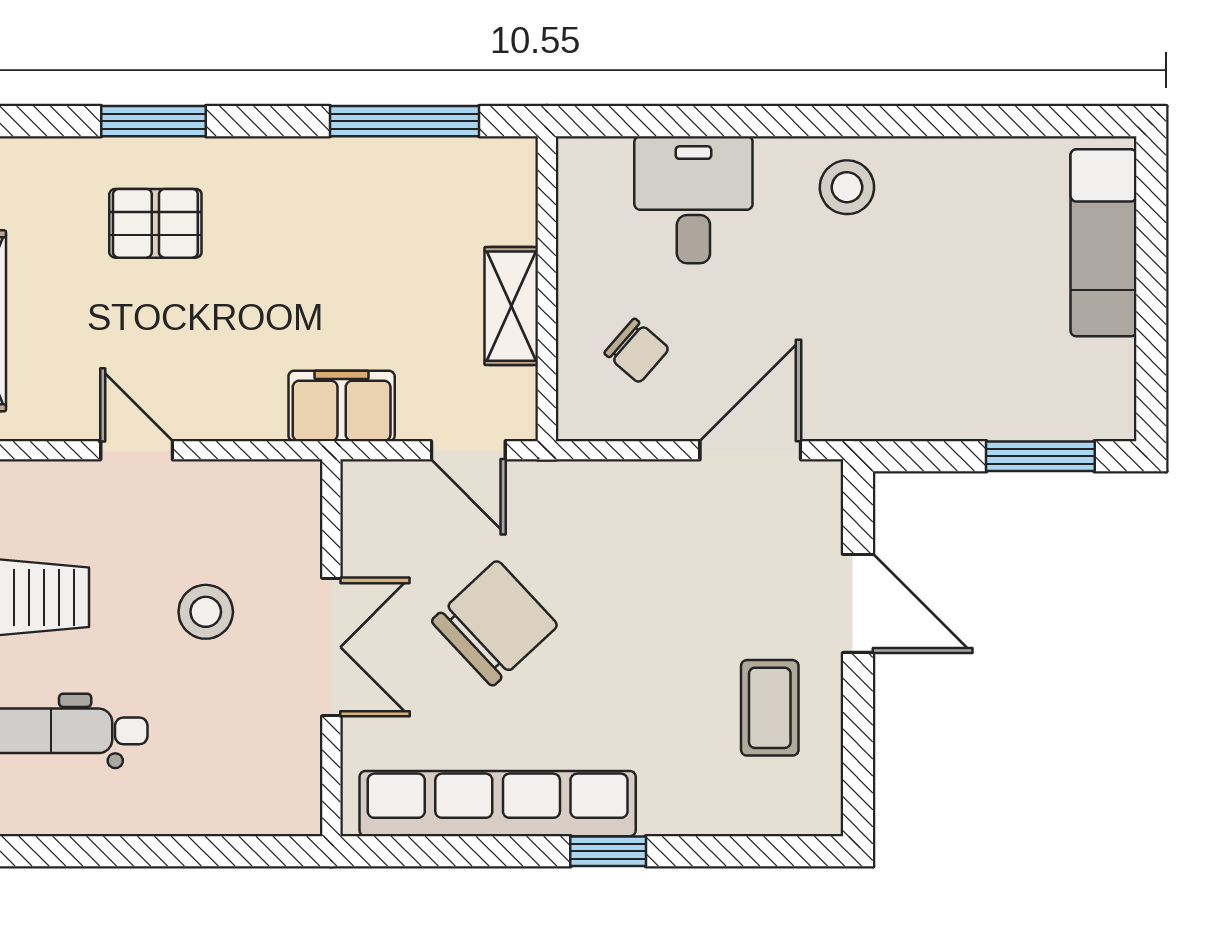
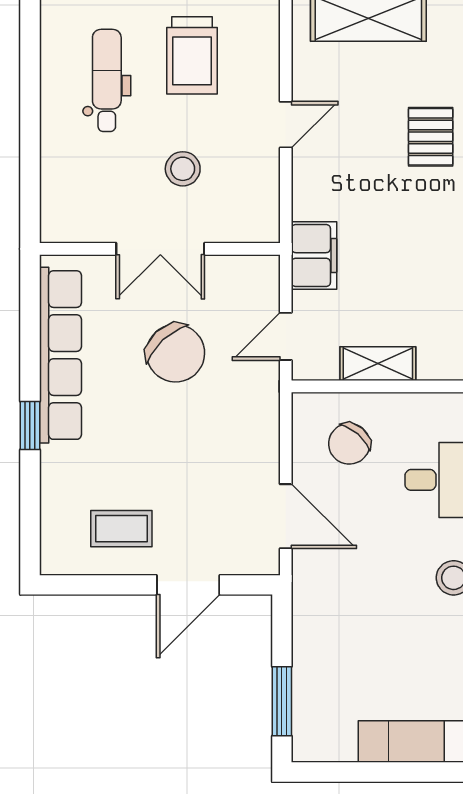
chair: (637, 351) -> (349, 444), width x1.37, depth x1.37

